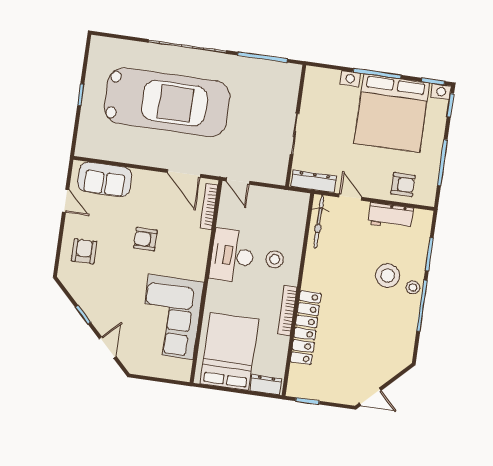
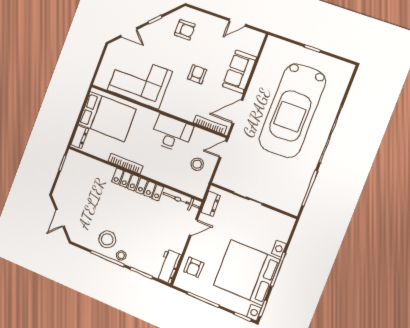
sofa: (105, 179) -> (239, 72), moved
dresser: (314, 181) -> (211, 204), width x0.70
workbench: (391, 216) -> (169, 266), moved
armchair: (84, 251) -> (185, 30), moved
stool: (275, 259) -> (197, 164), moved
stool: (388, 276) -> (107, 239), moved
locker: (306, 328) -> (137, 184), moved
door: (370, 397) -> (60, 218), moved

